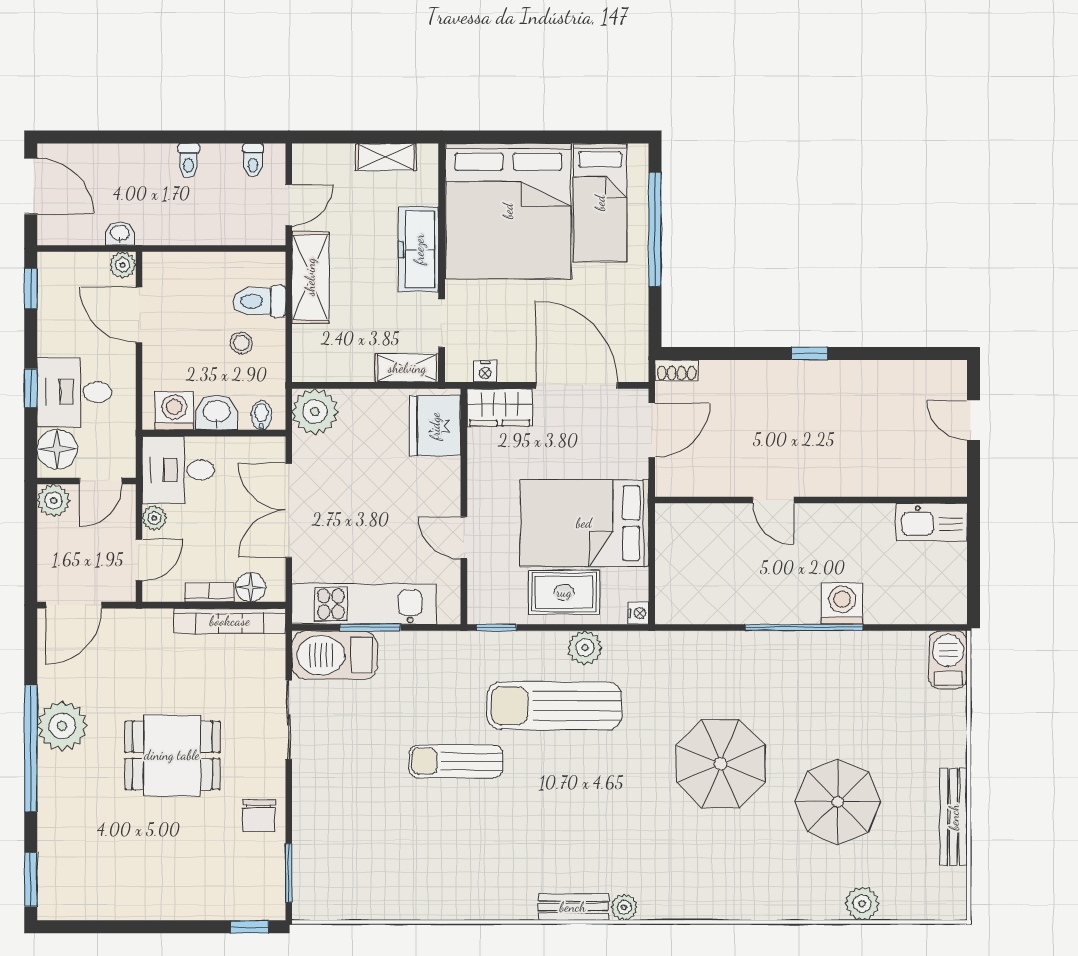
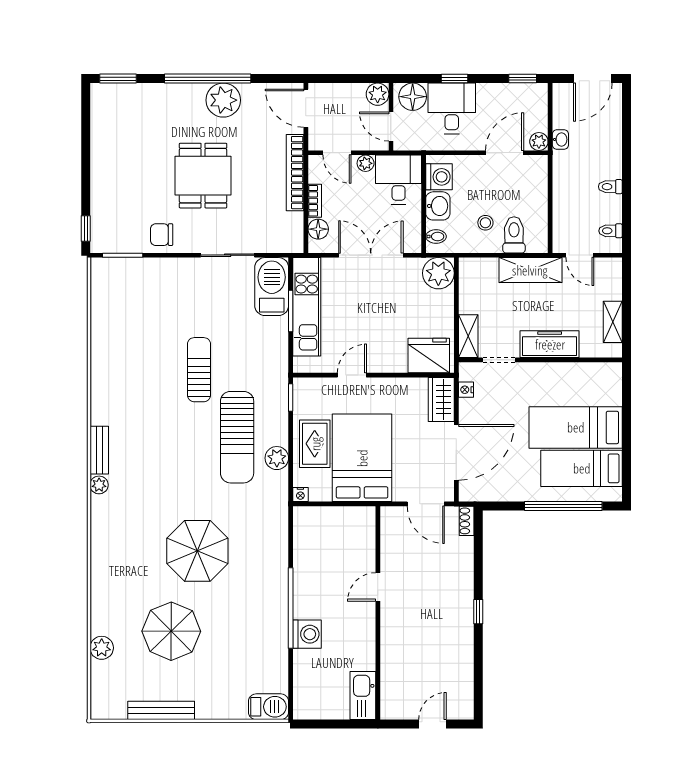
bed: (508, 211) -> (576, 427), width x0.49
bookcase: (230, 621) -> (295, 173), moved
sun lounger: (554, 706) -> (237, 437), turned 180

